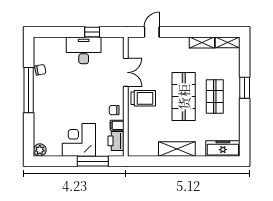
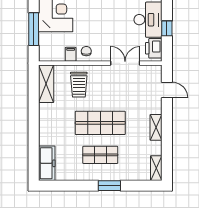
shelving: (202, 43) -> (156, 127), moved
double door: (126, 72) -> (125, 63), swing flipped
trolley: (143, 98) -> (79, 85), moved
printer: (116, 141) -> (154, 48), moved, turned -90
shelving: (177, 149) -> (46, 84), moved

